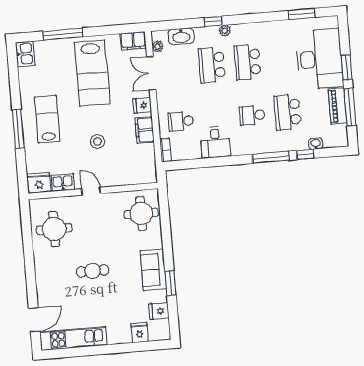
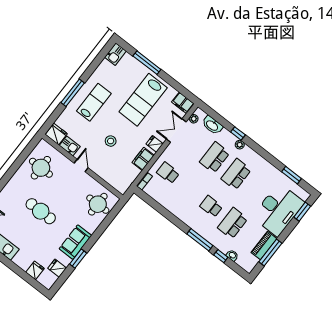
window: (347, 67) -> (302, 212), moved
desk: (215, 142) -> (176, 202), removed
cafe table: (93, 271) -> (41, 211), width x1.37, depth x1.35

